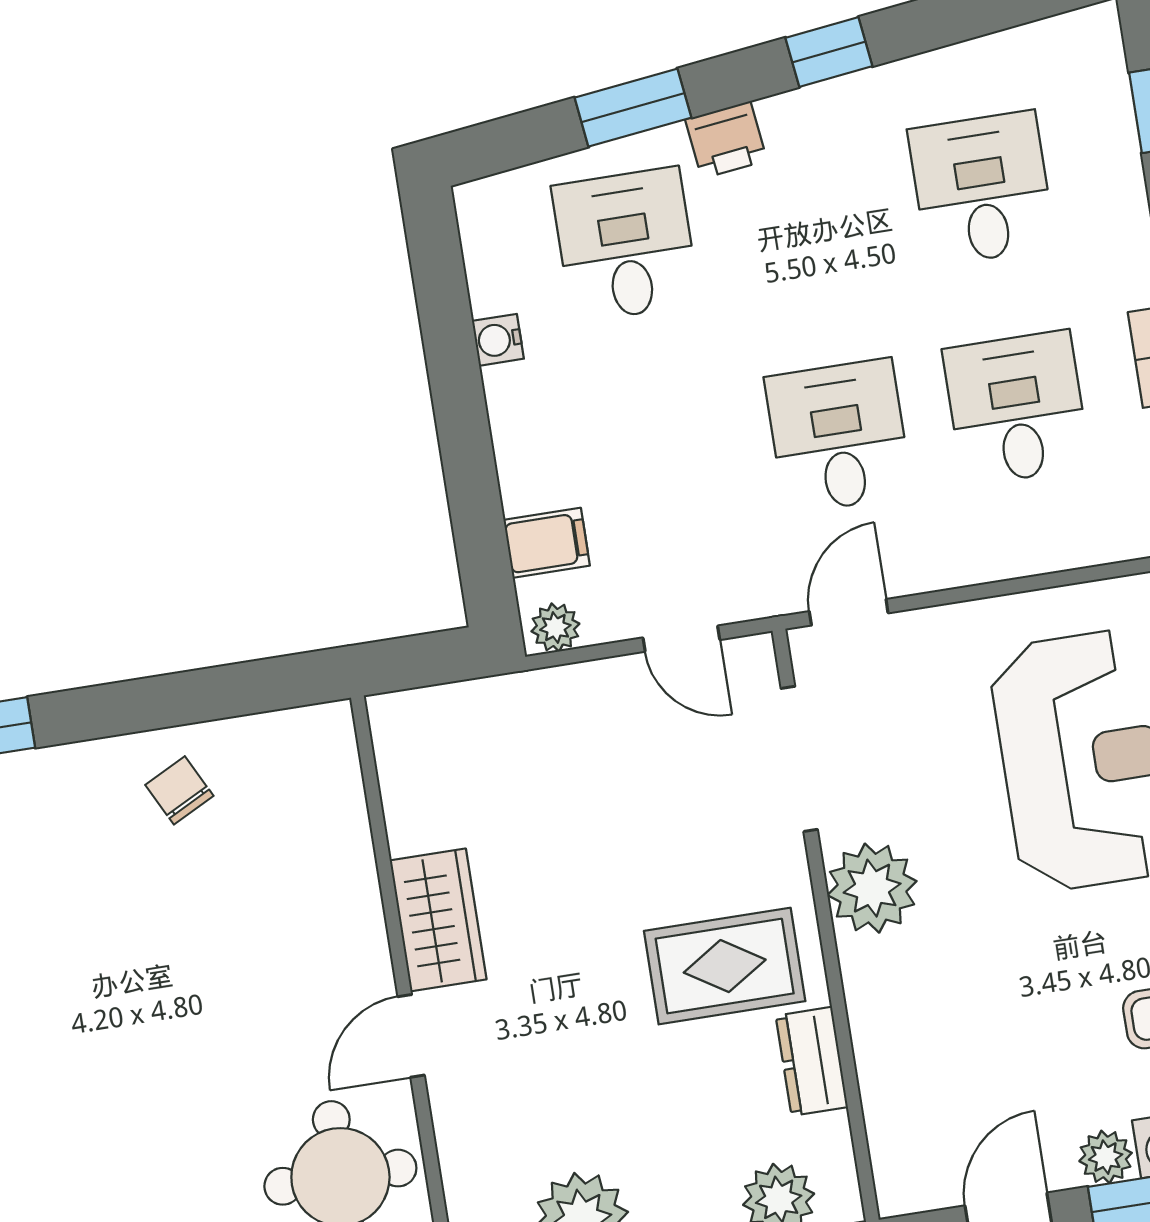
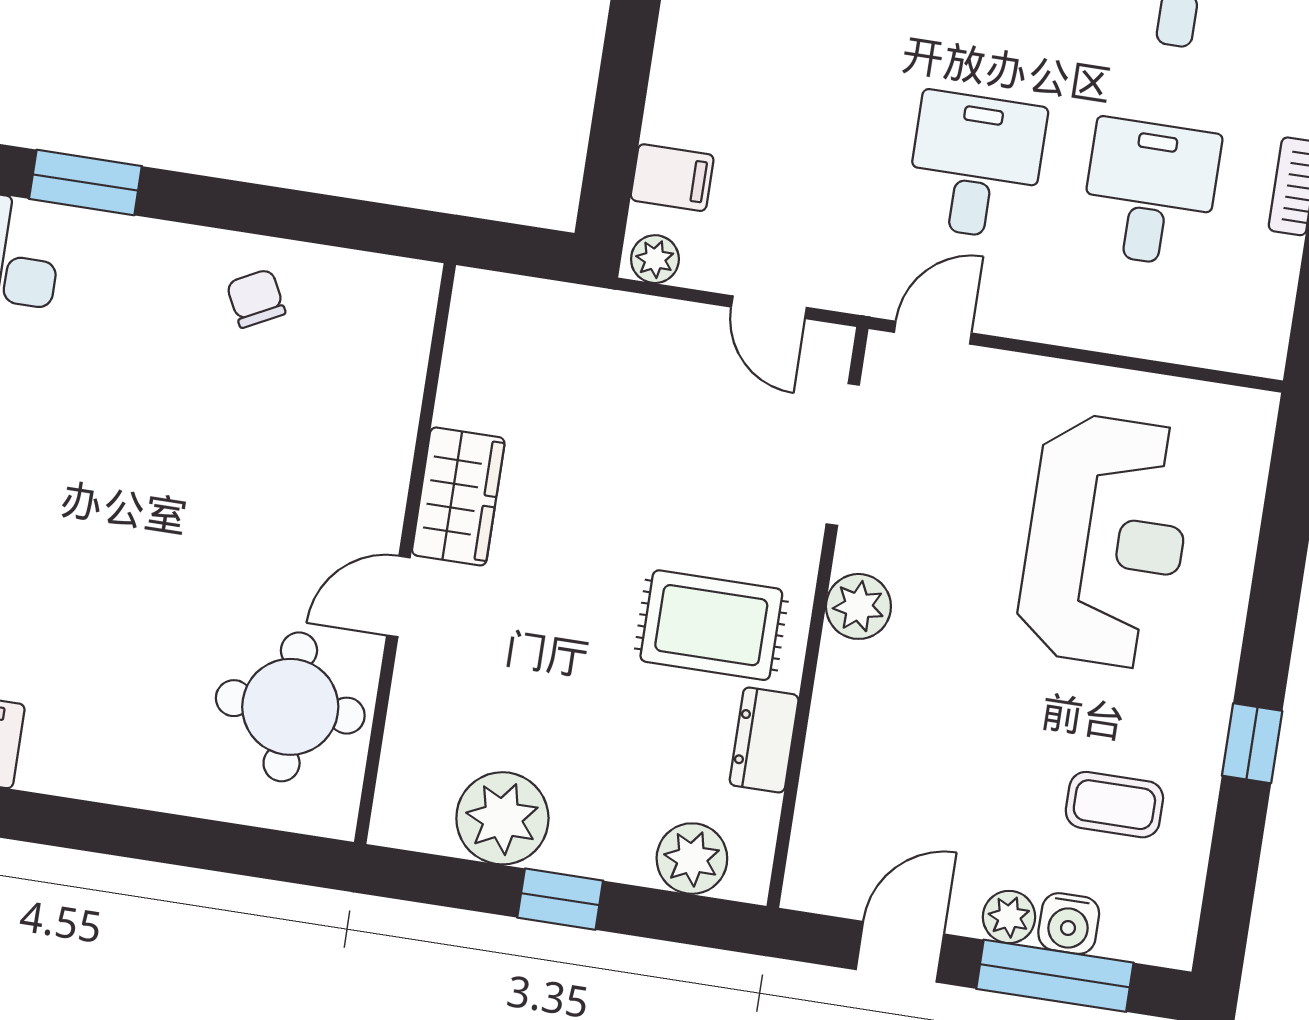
plant: (872, 888) -> (858, 606), width x0.73, depth x0.73

